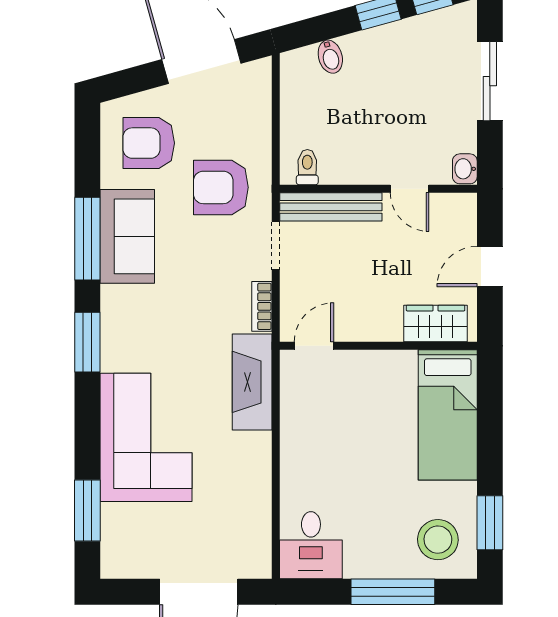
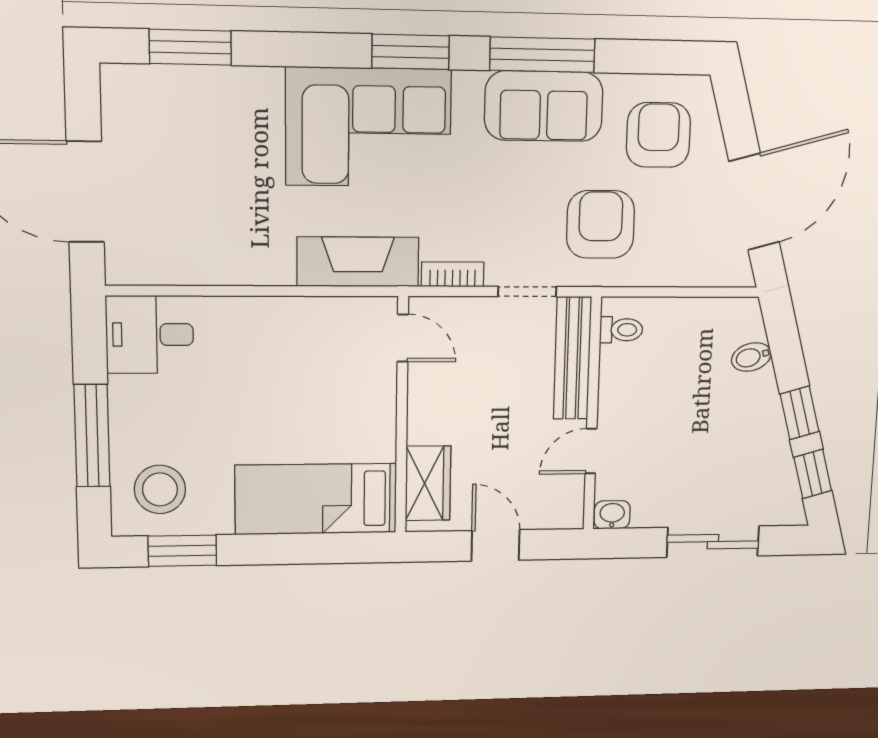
corner sofa: (146, 437) -> (368, 127), moved

